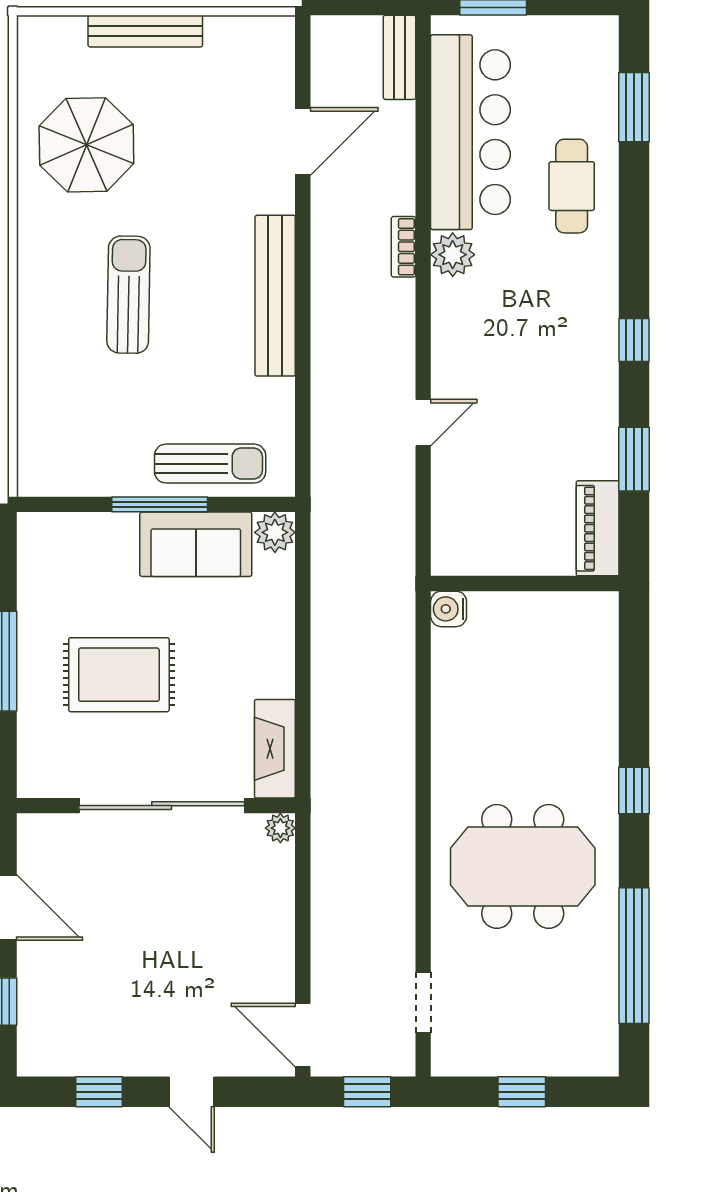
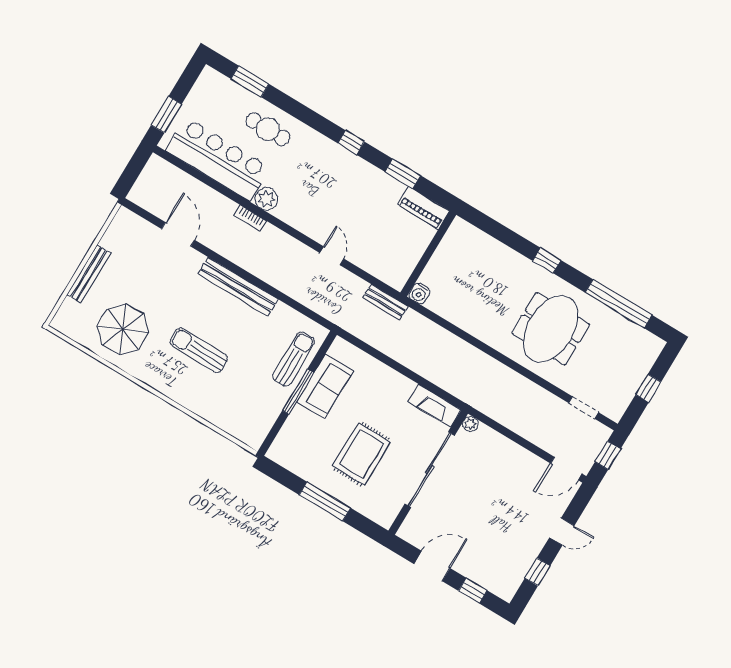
bench: (400, 57) -> (385, 302), moved
plant: (275, 532) -> (341, 349), removed

